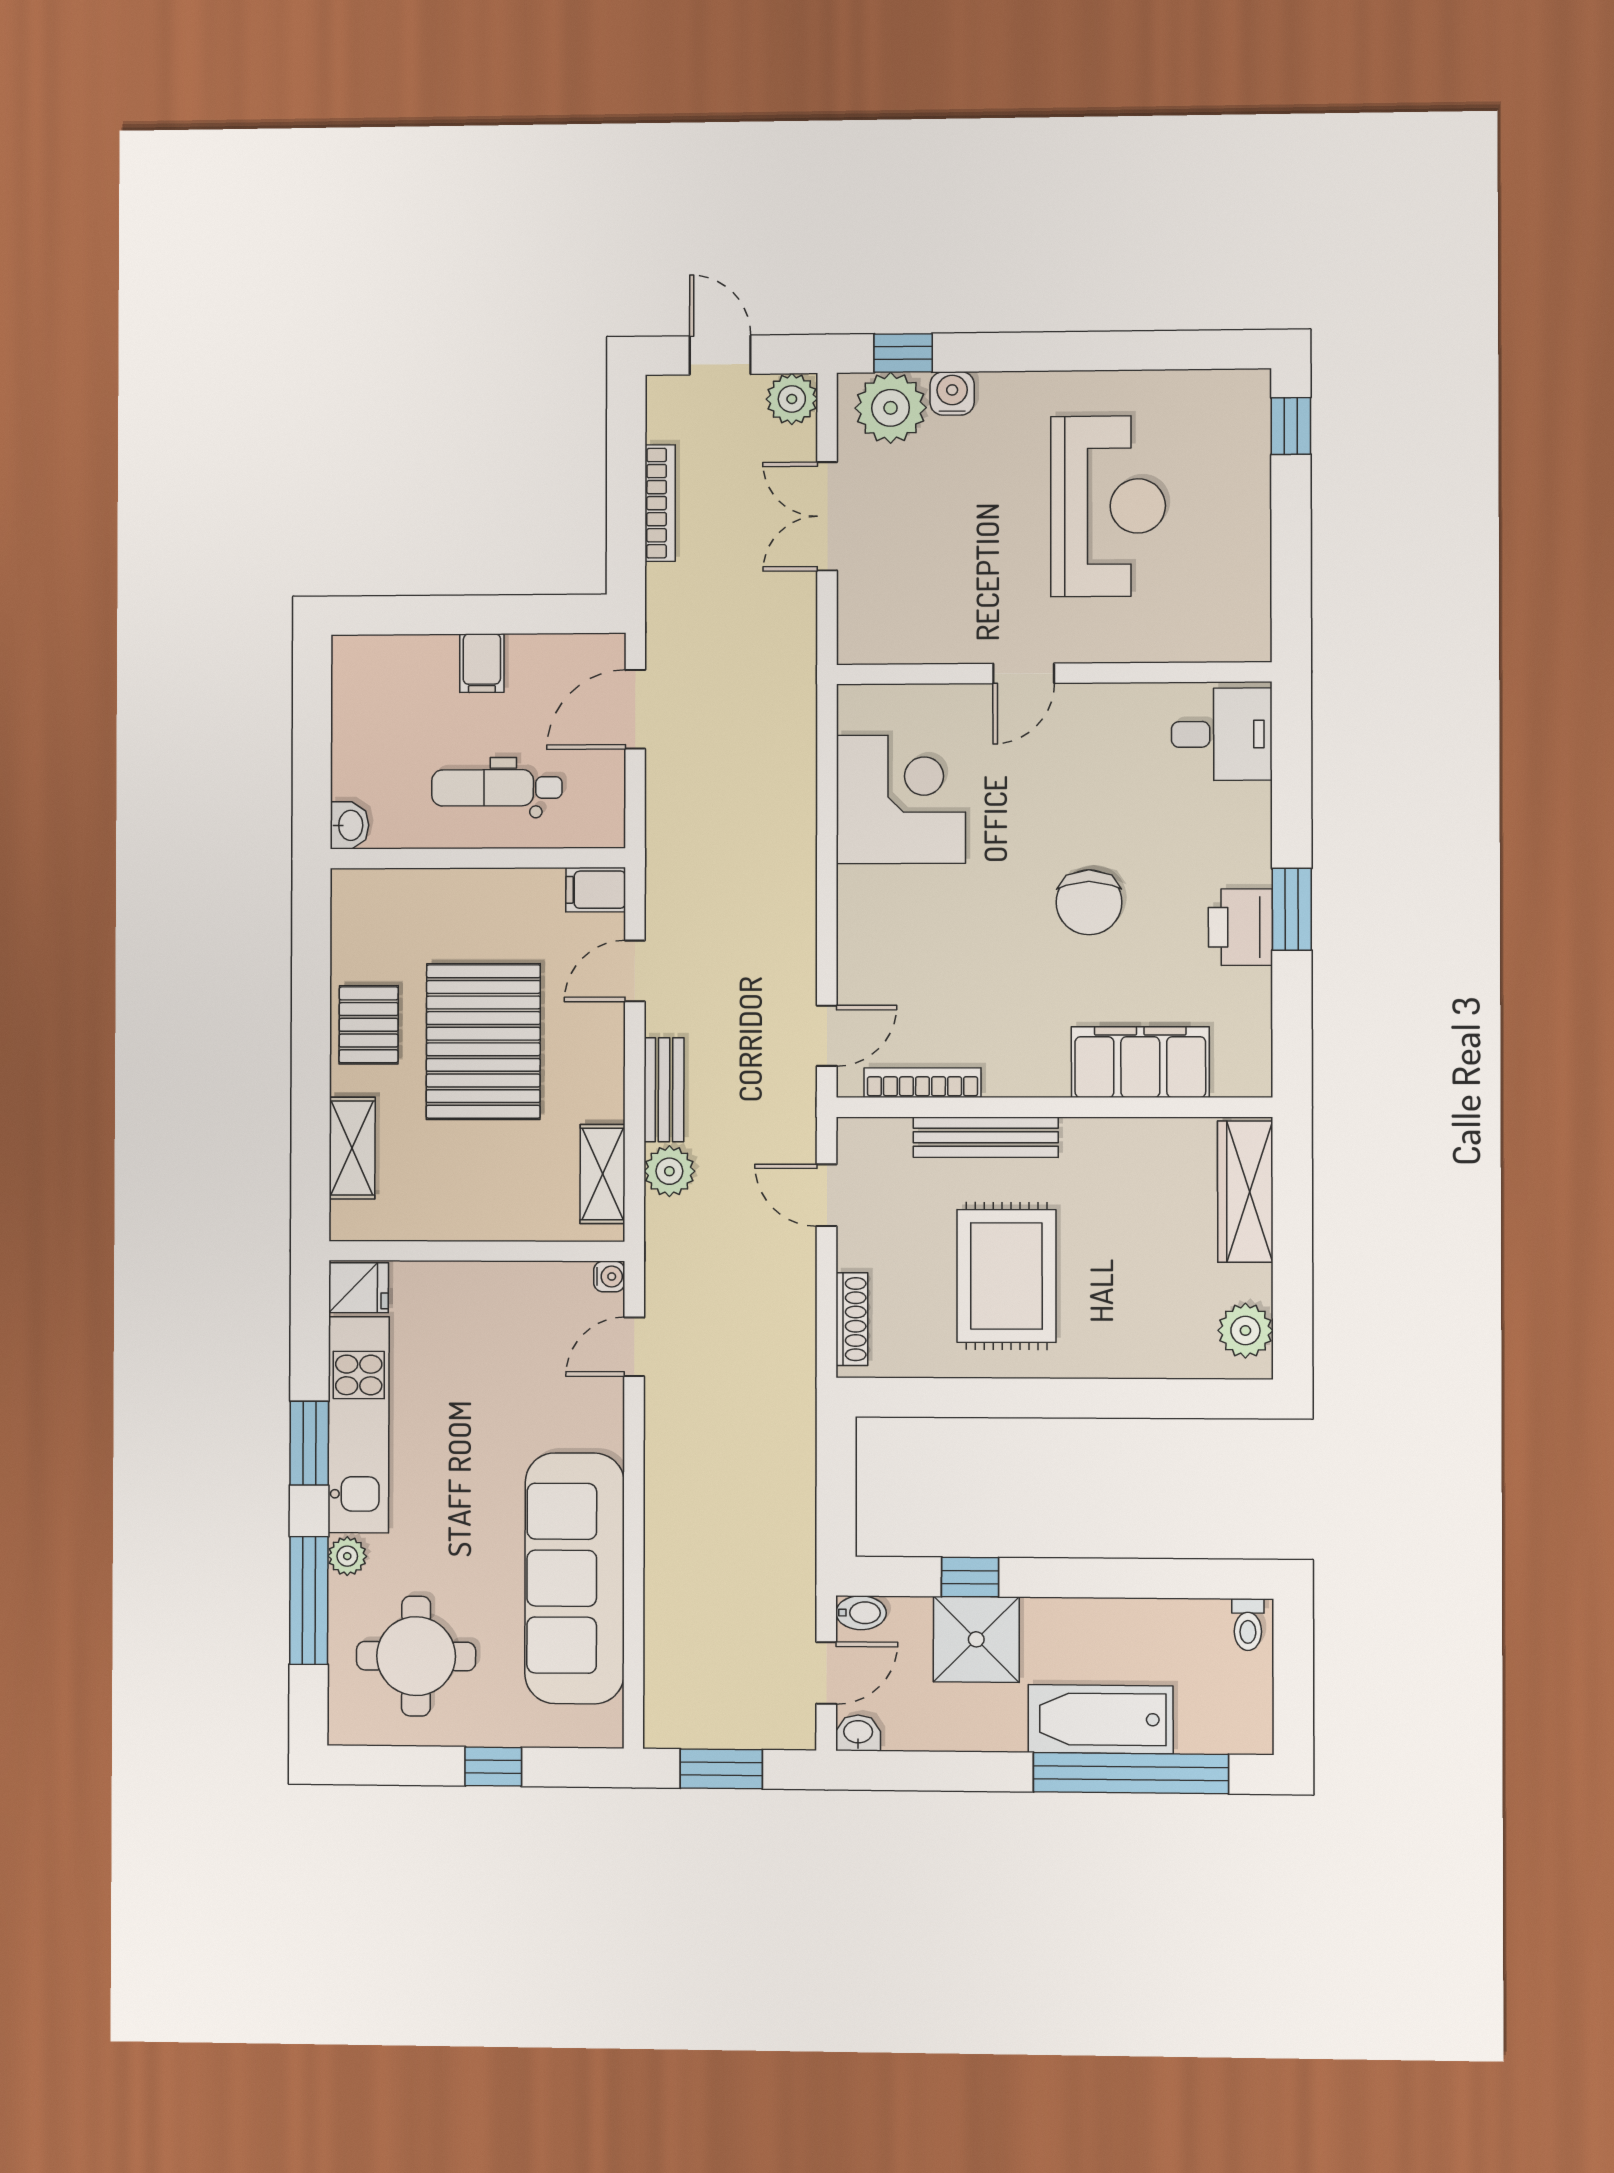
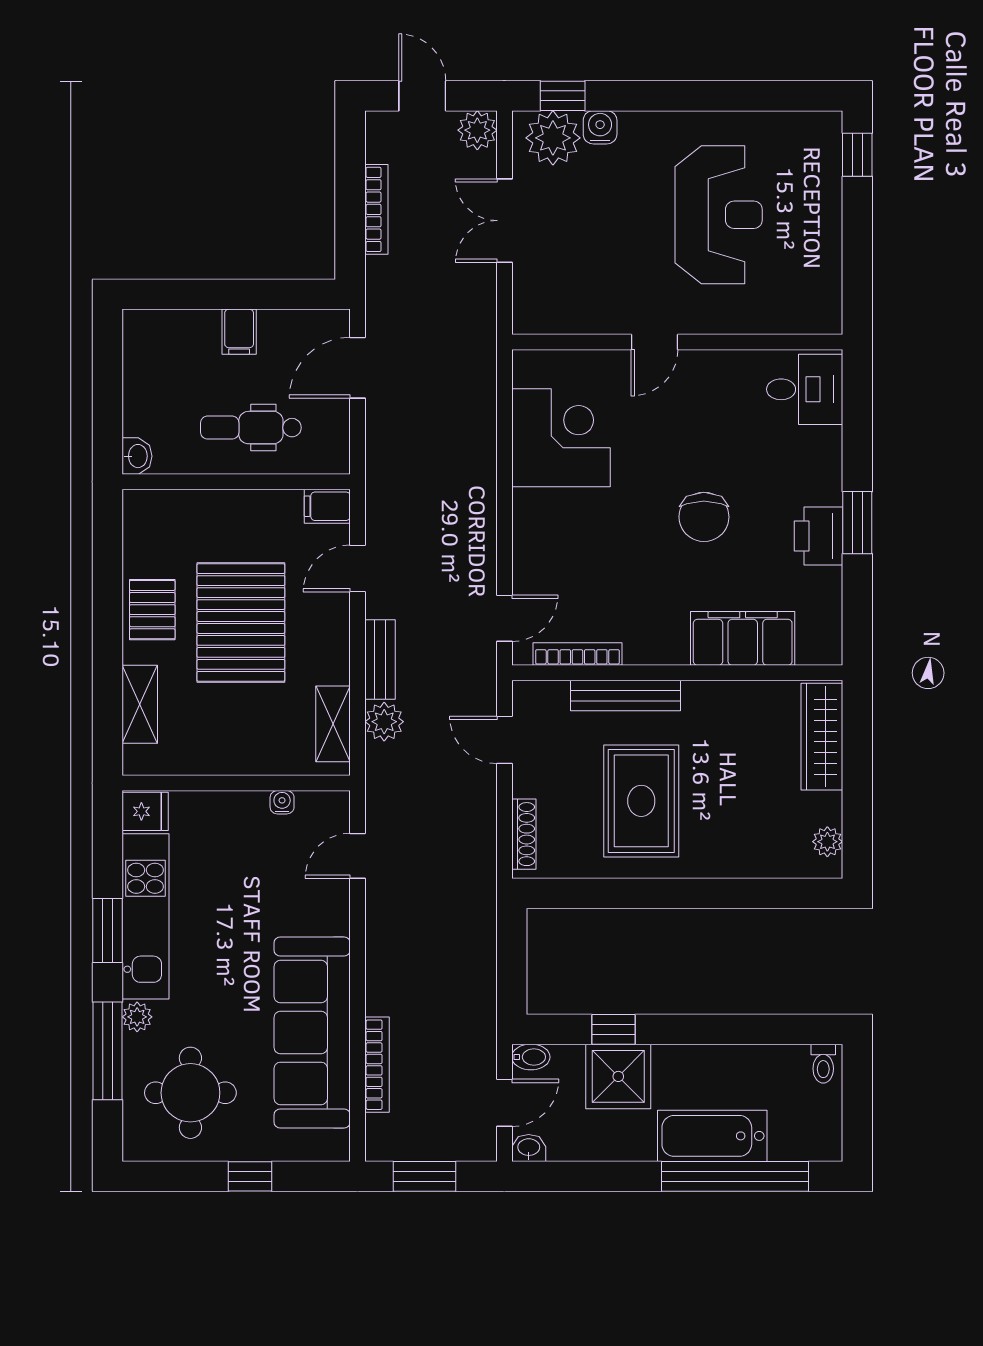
water cooler: (609, 1277) -> (282, 802), moved, turned -90
plant: (1245, 1331) -> (827, 842), width x0.73, depth x0.73
bookcase: (659, 1621) -> (377, 1065), added

